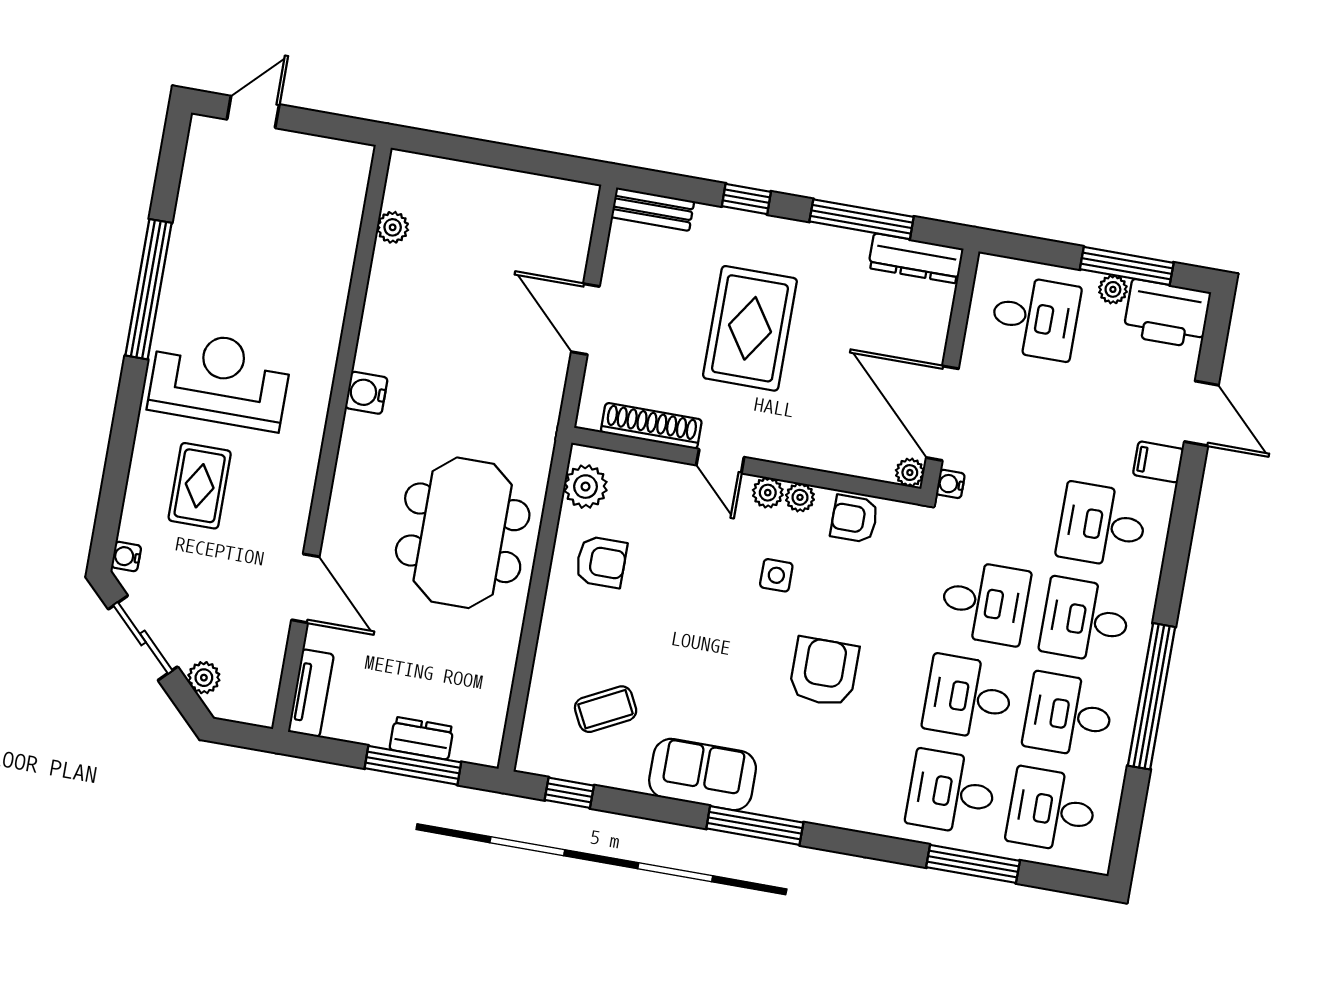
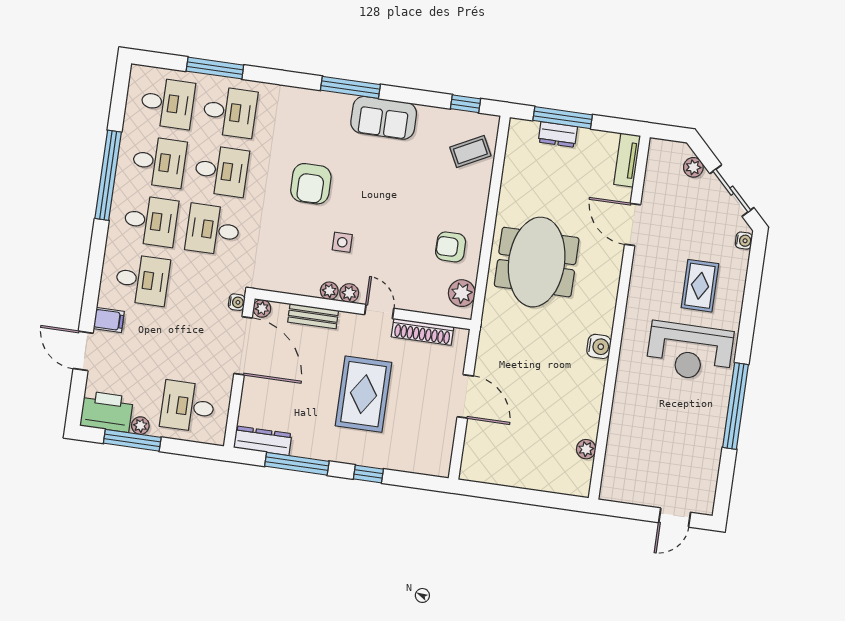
bench: (653, 209) -> (313, 316), moved
armchair: (854, 519) -> (295, 279), removed
coffee table: (606, 709) -> (470, 151), moved

